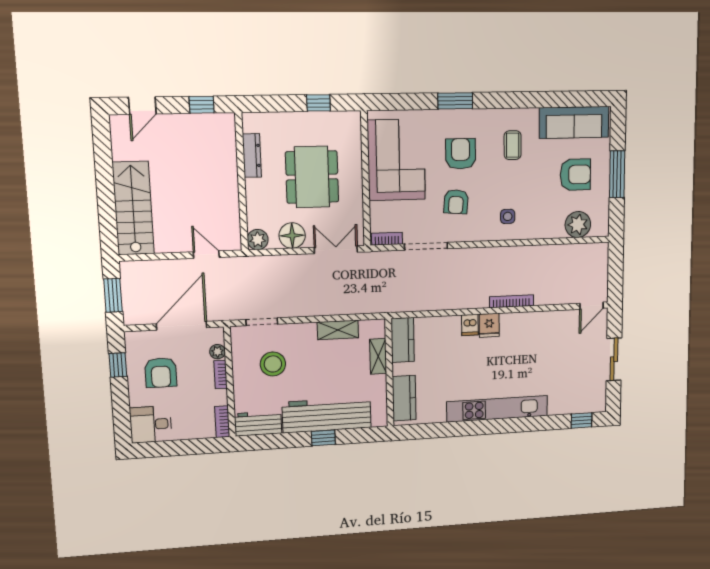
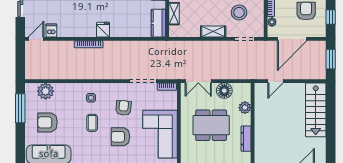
coffee table: (513, 145) -> (92, 123), moved
armchair: (461, 154) -> (120, 137), turned 90
window: (617, 174) -> (20, 108), moved
dining table: (312, 177) -> (211, 125), turned 90
plant: (258, 240) -> (245, 108), moved
door: (206, 255) -> (275, 81), hinge flipped
dishwasher: (470, 325) -> (51, 31), moved
shelving: (338, 330) -> (213, 32), moved

